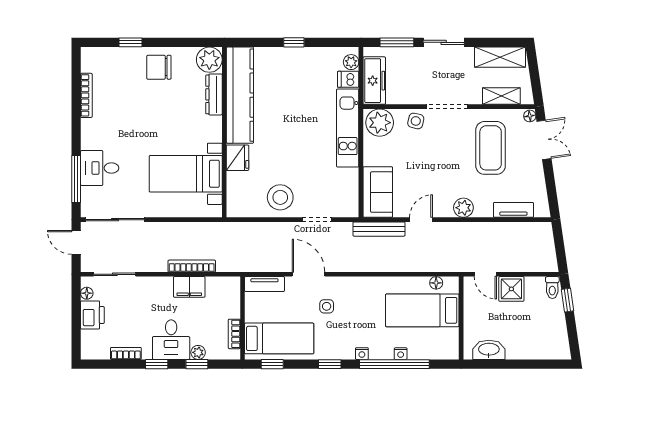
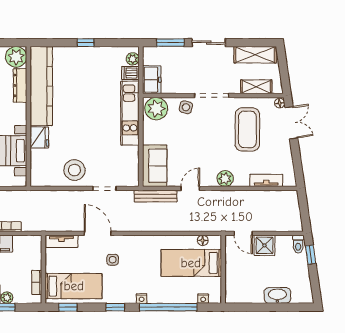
freezer: (374, 81) -> (152, 80), width x0.71
washbasin: (489, 350) -> (277, 295), moved
nightstand: (401, 354) -> (203, 299), moved

